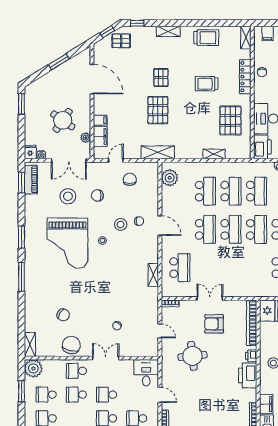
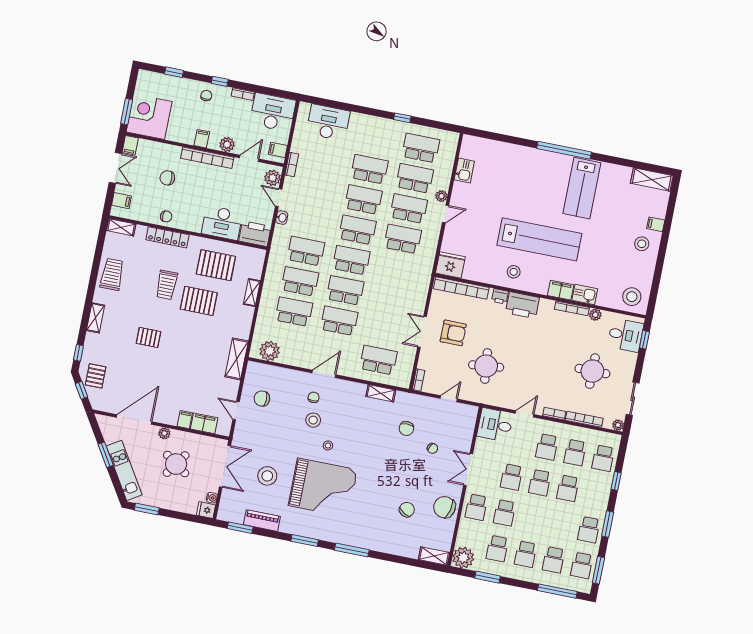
kitchen unit: (49, 79) -> (124, 470), added
pallet: (158, 110) -> (199, 301), moved
plant: (86, 138) -> (164, 433), moved
piano: (31, 180) -> (262, 521), moved
chair: (97, 195) -> (406, 428), moved
armchair: (214, 324) -> (453, 333), turned -90

